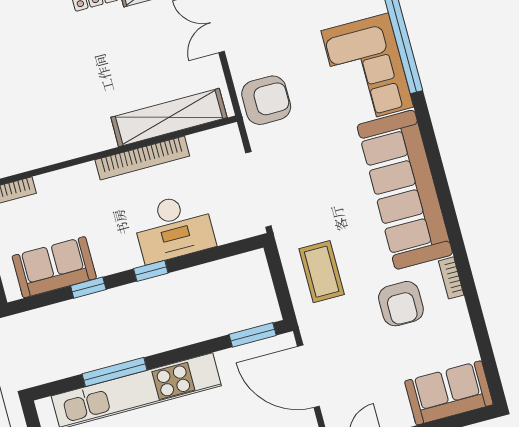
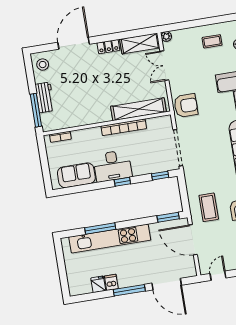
desk: (174, 228) -> (112, 166), moved
coffee table: (322, 272) -> (209, 207), moved
window: (88, 288) -> (160, 176), moved

